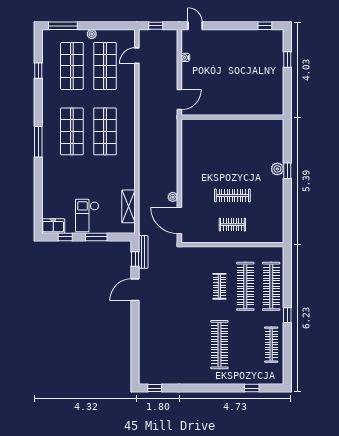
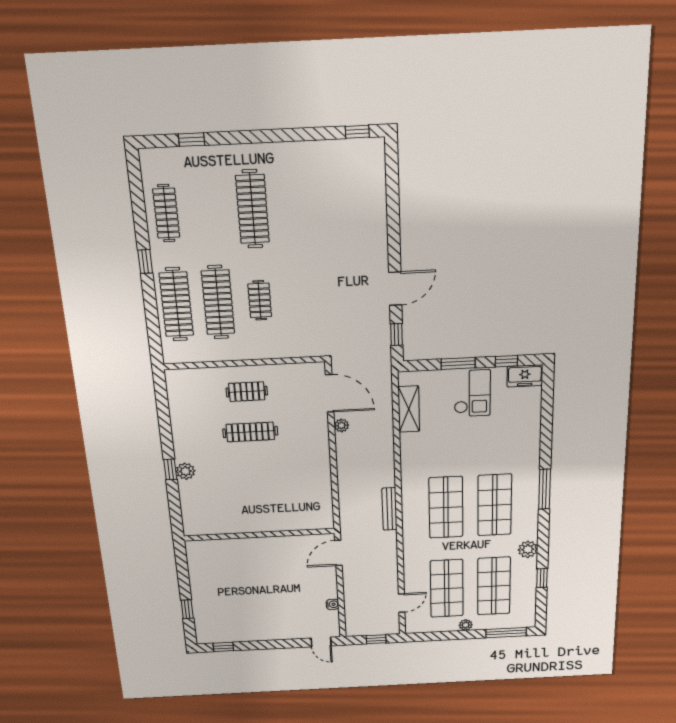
plant: (49, 95) -> (528, 549), added
bench: (143, 252) -> (389, 509), moved

